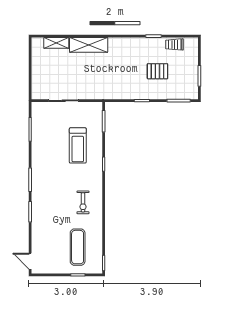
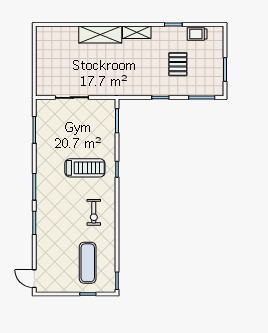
shelving: (56, 43) -> (137, 32), moved
pallet: (157, 71) -> (178, 64), turned 90
treadmill: (78, 145) -> (85, 168), moved, turned -90

